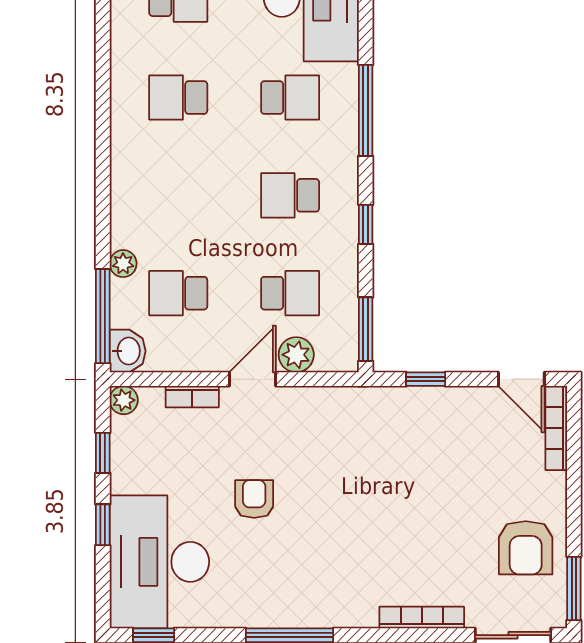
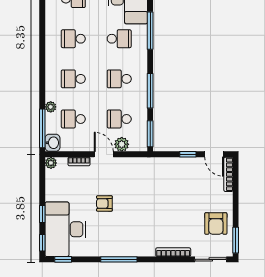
window: (366, 110) -> (150, 31), moved
school desk: (178, 195) -> (73, 79), added
window: (366, 224) -> (150, 91), width x2.17
school desk: (290, 293) -> (119, 119), turned 180
door: (252, 379) -> (104, 154), hinge flipped
window: (426, 379) -> (188, 154), moved
window: (103, 453) -> (42, 243), moved
armchair: (254, 499) -> (104, 203), turned -90

